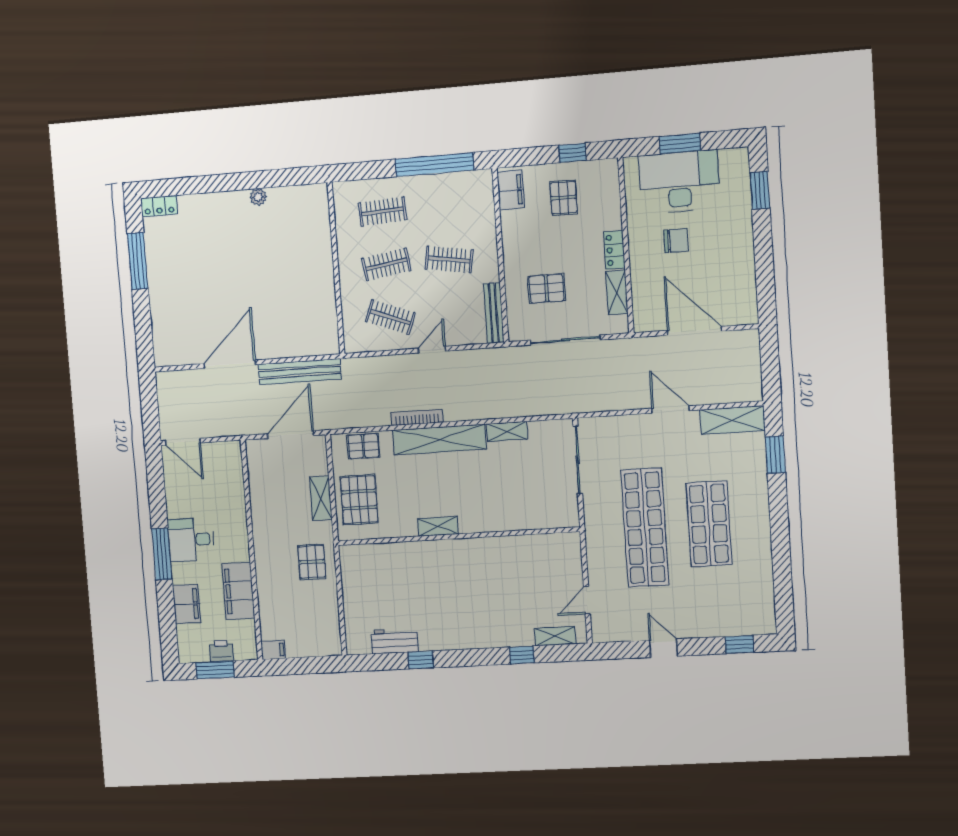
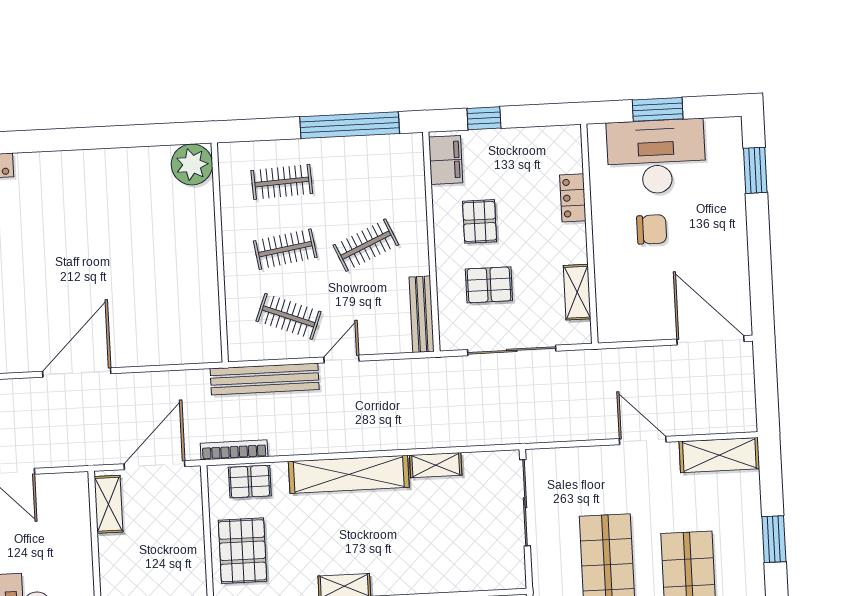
window: (572, 153) -> (484, 118), moved
plant: (258, 197) -> (192, 164), moved, width x1.88, depth x1.88
pallet: (564, 198) -> (480, 221), moved
locker: (614, 250) -> (573, 198), moved
clothes rail: (449, 259) -> (366, 245), turned -33
door: (695, 331) -> (710, 340), moved
bench: (300, 372) -> (265, 379), moved
bookcase: (417, 417) -> (234, 450), moved
window: (775, 455) -> (774, 539), moved
shelving: (321, 498) -> (108, 504), moved

